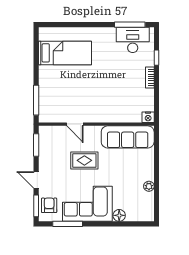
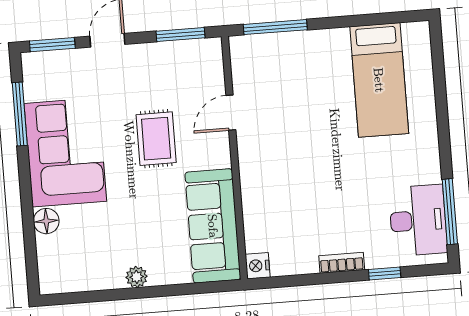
plant: (149, 186) -> (137, 277), moved
armchair: (49, 205) -> (56, 72), removed

